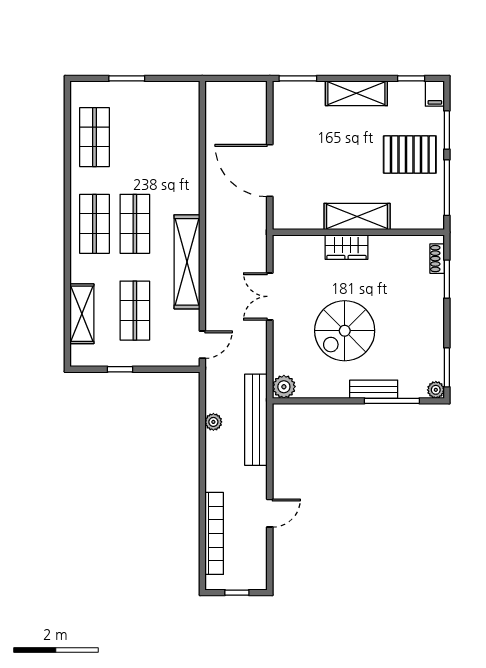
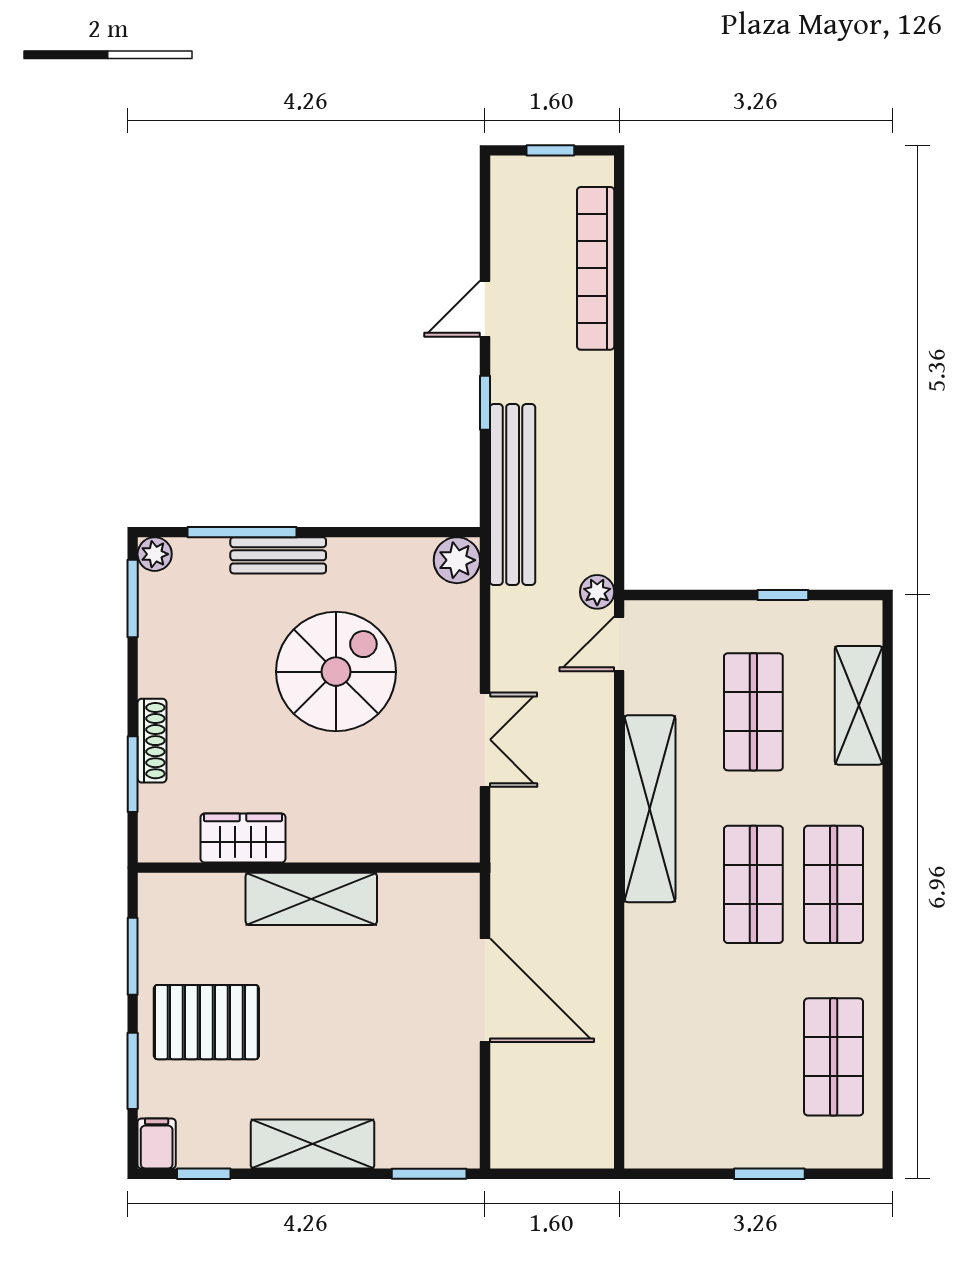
window: (447, 188) -> (133, 956), width x0.69
wardrobe: (346, 247) -> (243, 838), moved
shoe rack: (437, 259) -> (152, 741), moved, width x1.43
plant: (213, 422) -> (597, 592), moved
window: (270, 466) -> (485, 403), added

